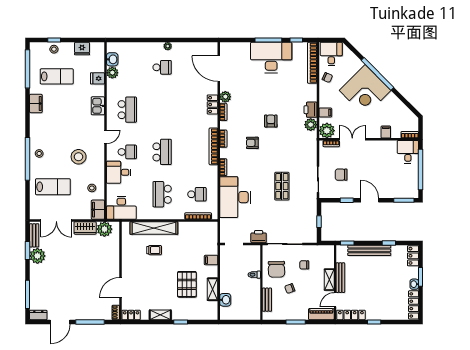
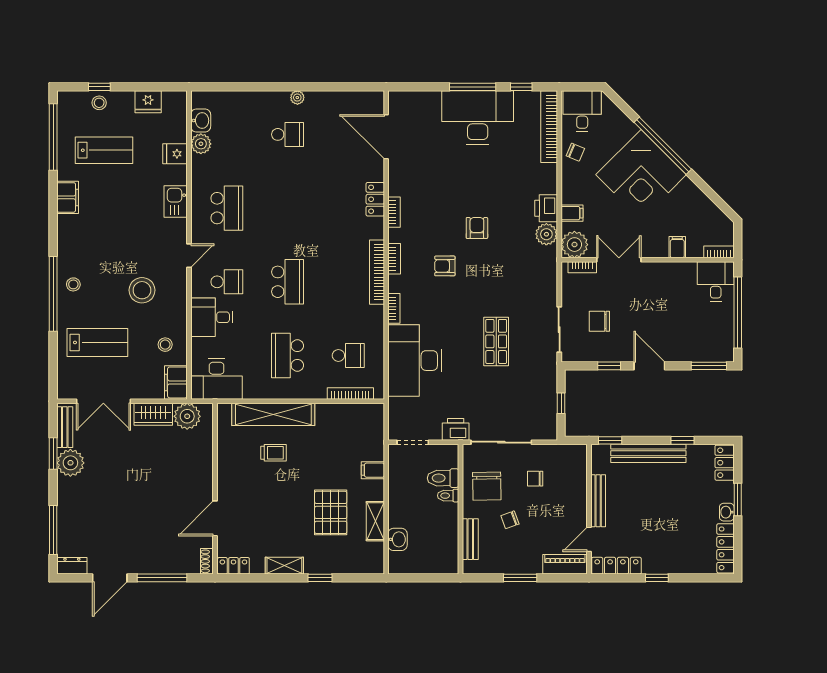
plant: (225, 97) -> (398, 186), removed
toilet: (251, 265) -> (443, 478), added
shelving: (329, 280) -> (579, 504), removed

